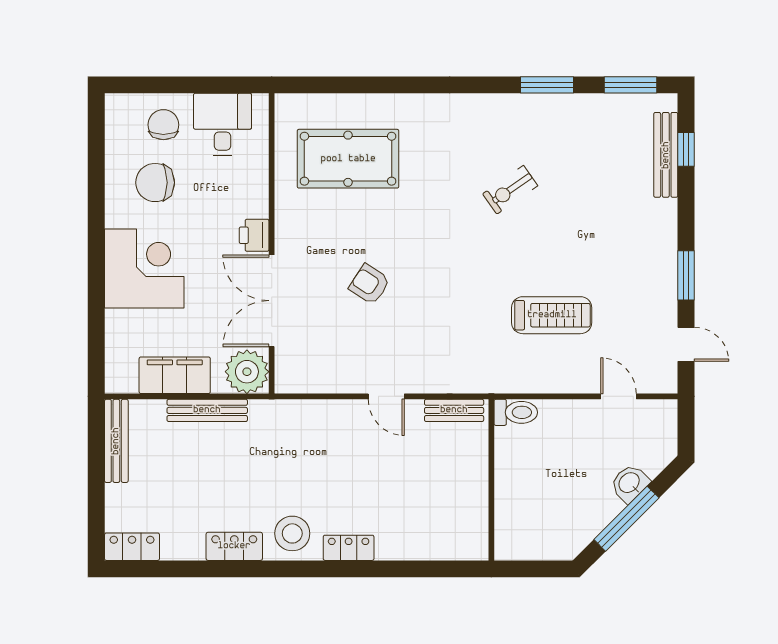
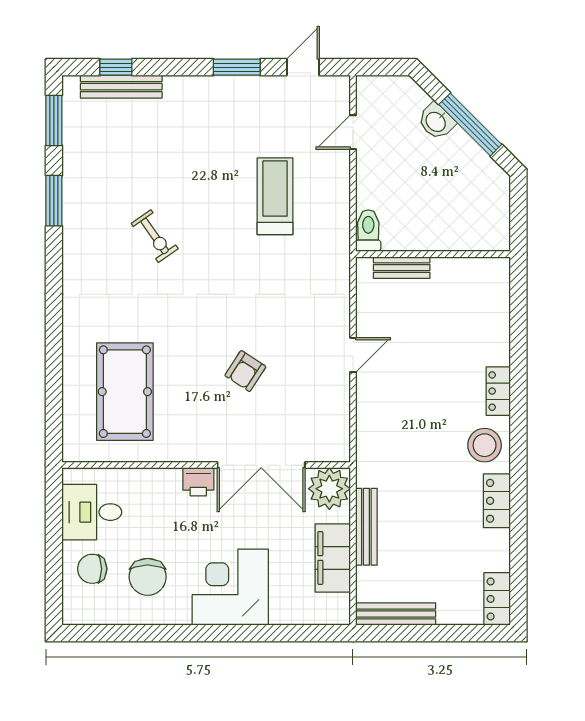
bench: (454, 410) -> (402, 268), moved, turned 90

